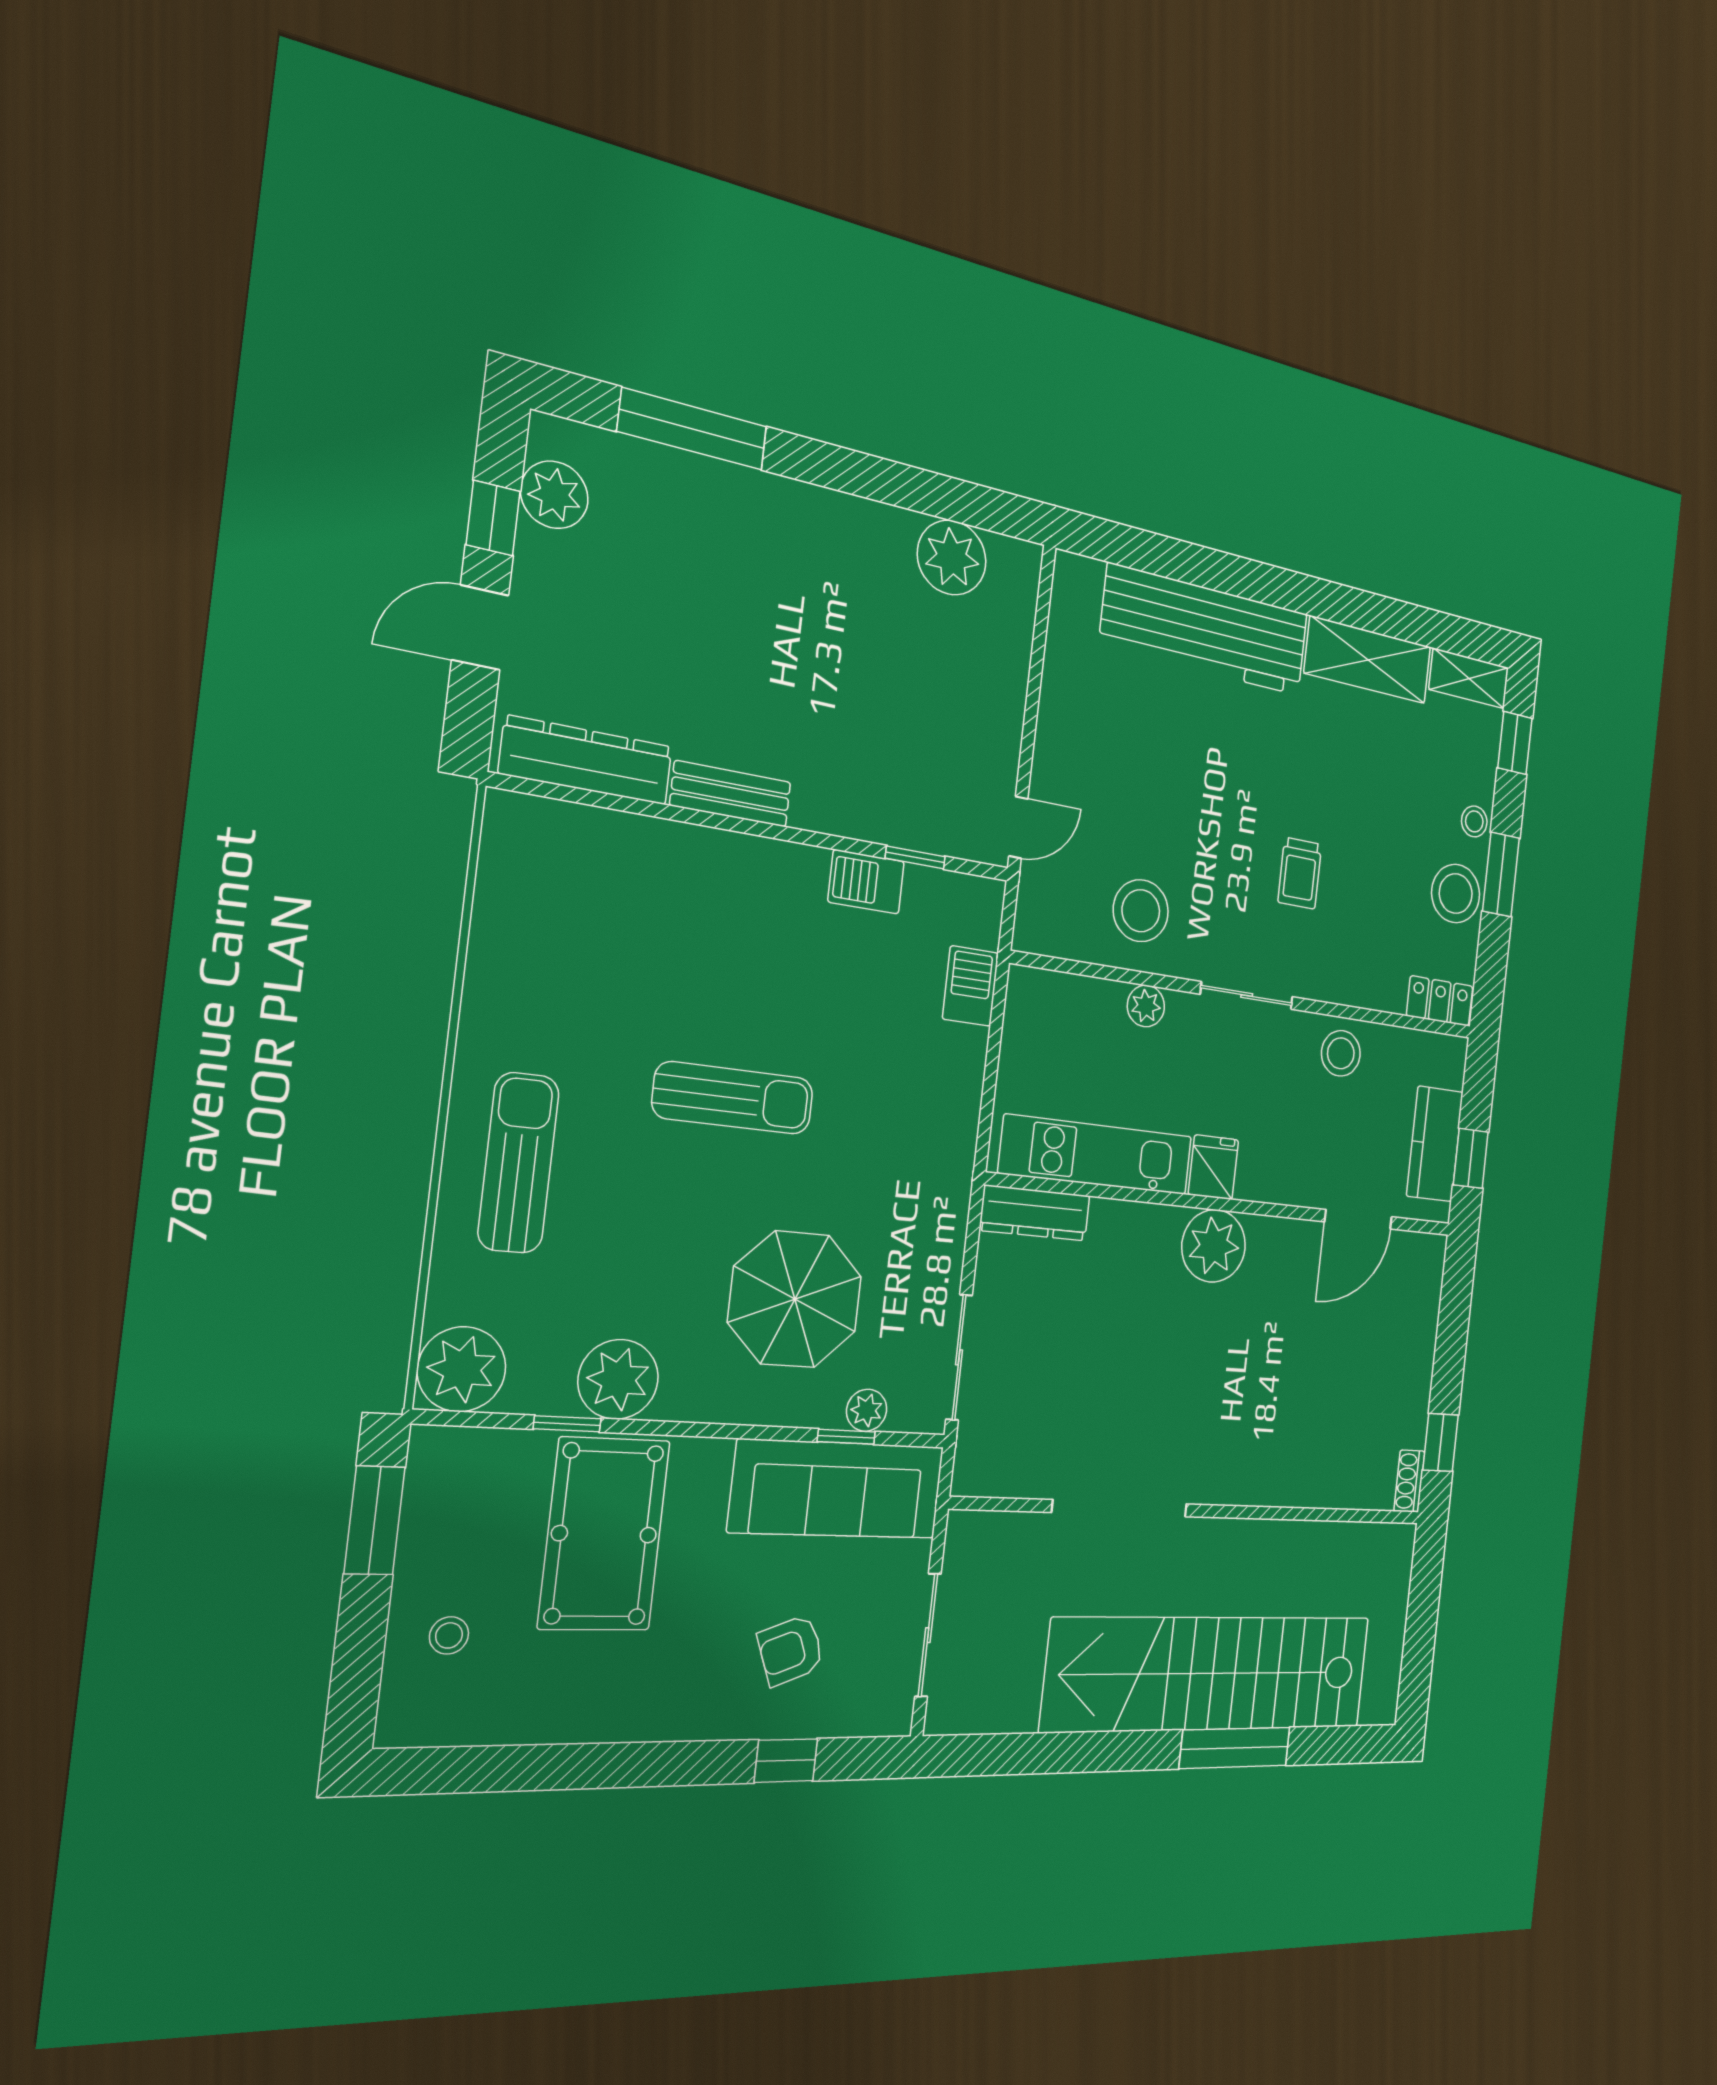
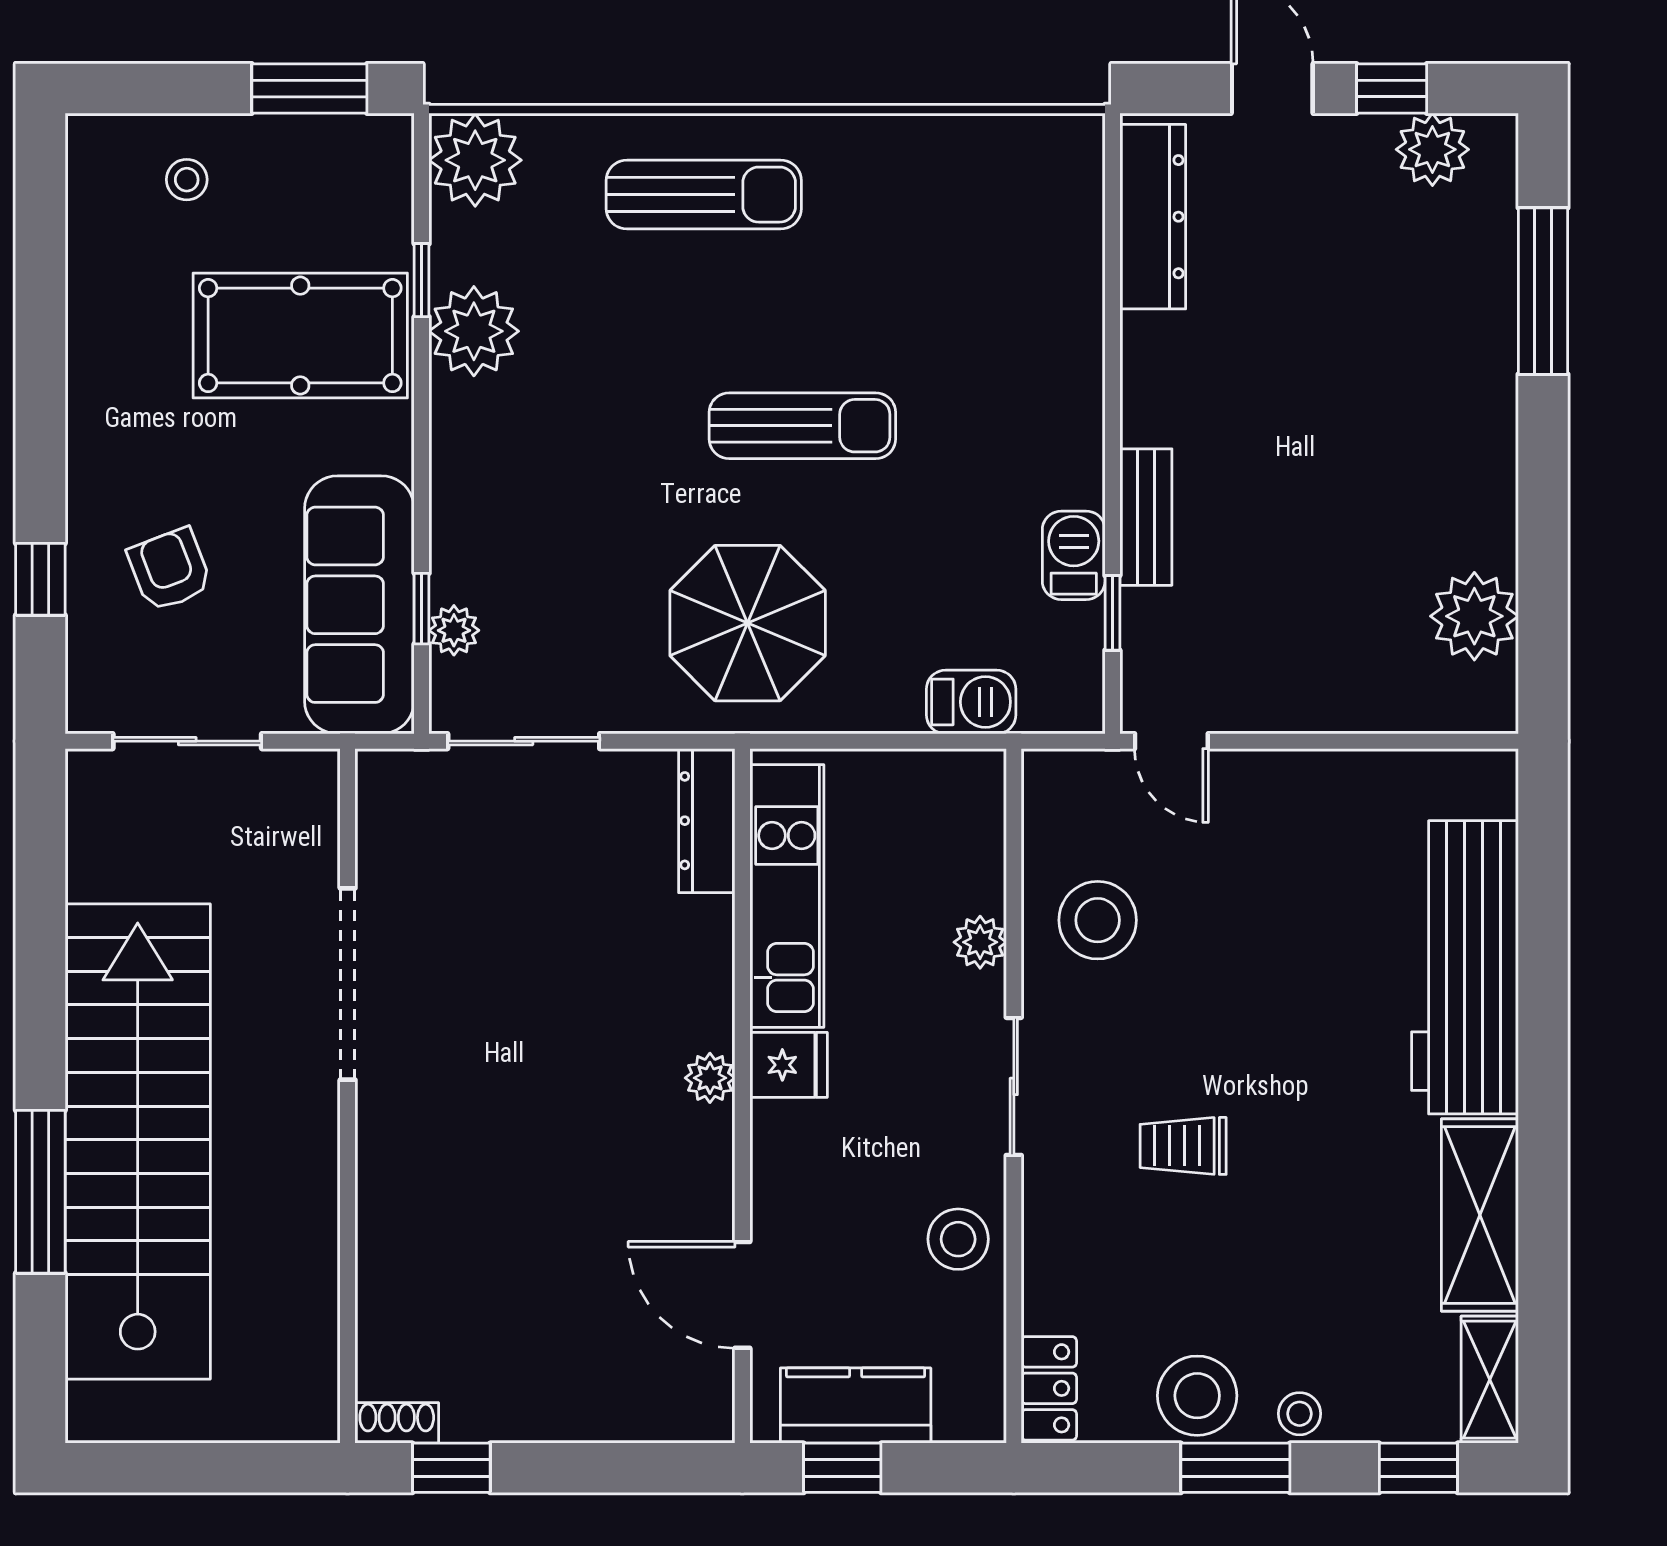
bench: (731, 794) -> (1146, 517), moved
sun lounger: (733, 1098) -> (802, 426), turned -90
plant: (1214, 1246) -> (710, 1078), width x0.53, depth x0.53
parasol: (795, 1299) -> (748, 623), moved

